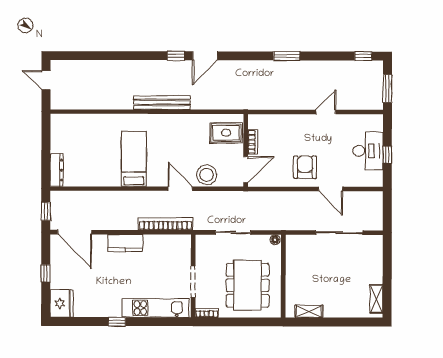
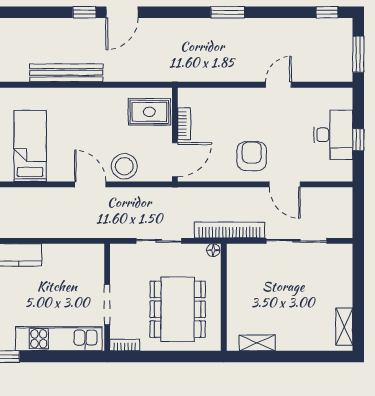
bookcase: (165, 224) -> (230, 230), moved

